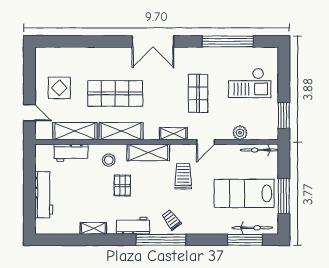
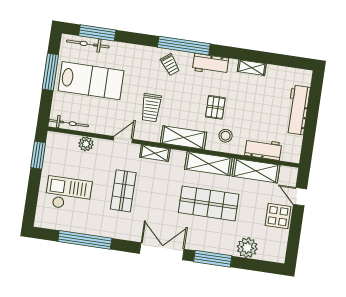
window: (104, 41) -> (213, 259), added
plant: (72, 57) -> (247, 248), added
display table: (59, 88) -> (278, 216), moved

